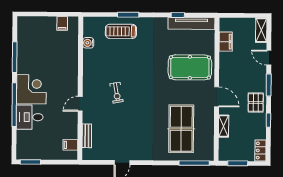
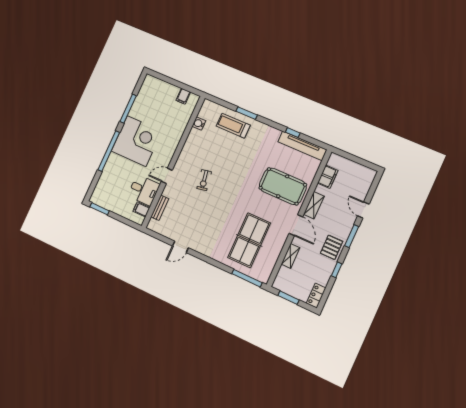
shelving: (261, 30) -> (314, 205), moved
corner desk: (31, 89) -> (136, 141), width x1.36, depth x1.36
desk: (30, 117) -> (144, 190), moved, turned 180

